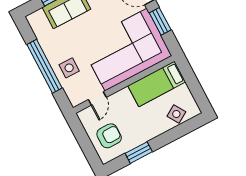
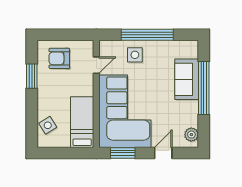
window: (160, 21) -> (123, 153), moved
door: (97, 98) -> (96, 65), swing flipped
armchair: (109, 136) -> (59, 58), turned 90

